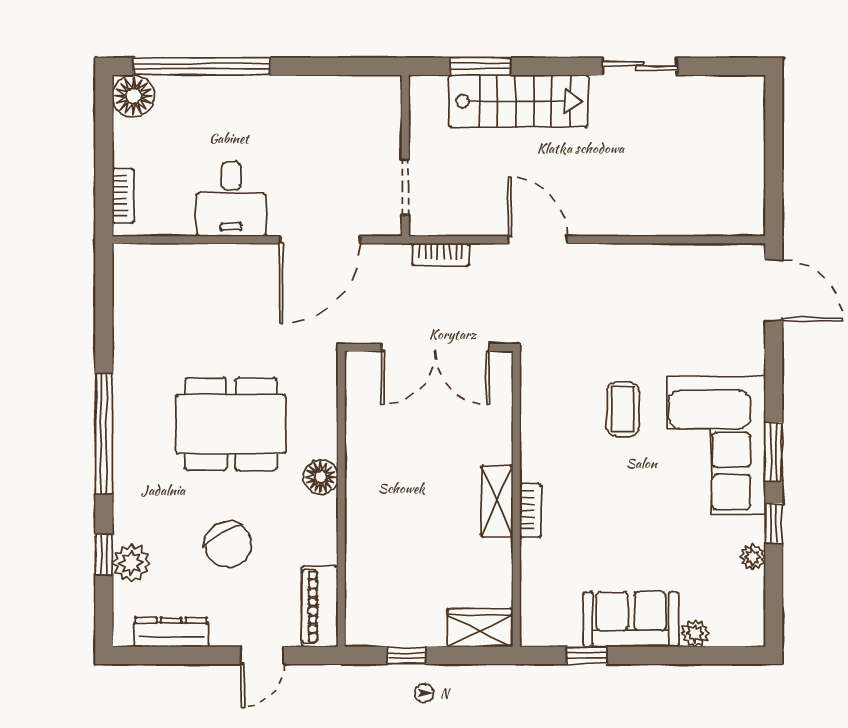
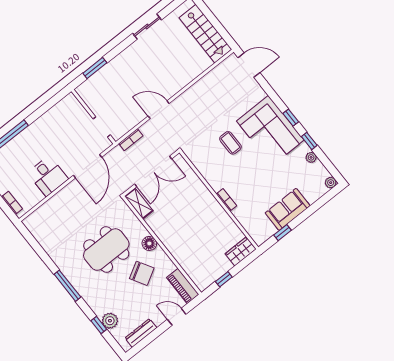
stairs: (518, 101) -> (205, 34), moved, turned 90
window: (104, 434) -> (67, 286), width x0.68
window: (774, 452) -> (291, 118), width x0.67
shelving: (497, 501) -> (139, 203), moved
chair: (228, 545) -> (142, 273), moved
plant: (695, 633) -> (331, 183), moved
door: (262, 655) -> (177, 317), swing flipped

